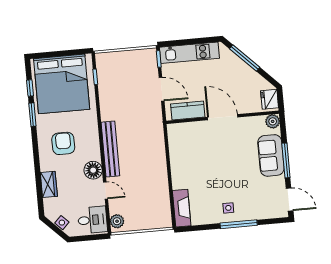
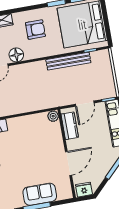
door: (223, 117) -> (68, 163), moved
plant: (273, 121) -> (53, 116), moved
bench: (110, 149) -> (68, 61), moved

